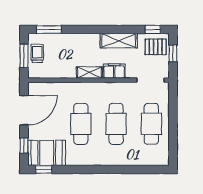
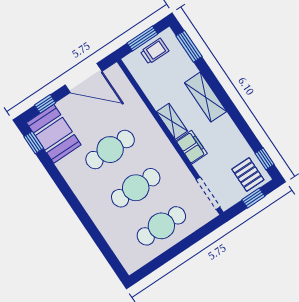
shelving: (119, 41) -> (206, 97), moved

